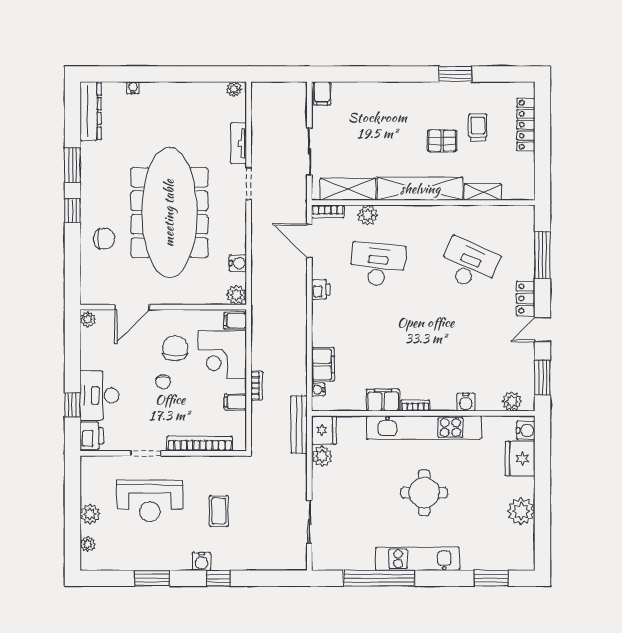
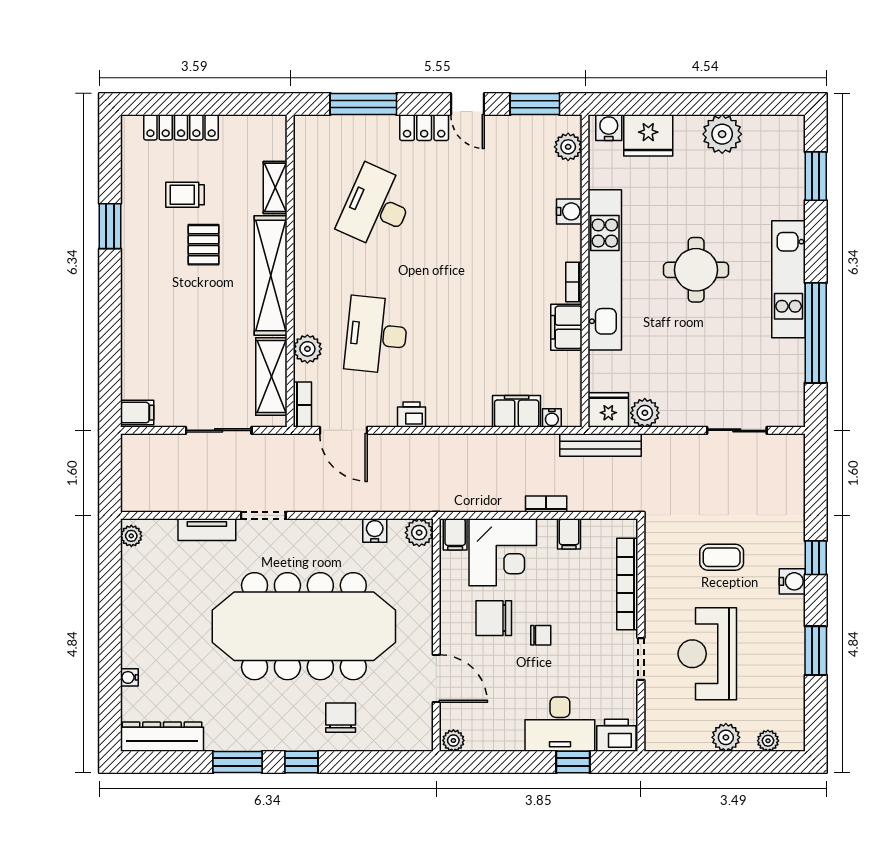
door: (309, 241) -> (343, 430), hinge flipped
reception desk: (150, 501) -> (707, 654), turned 180

